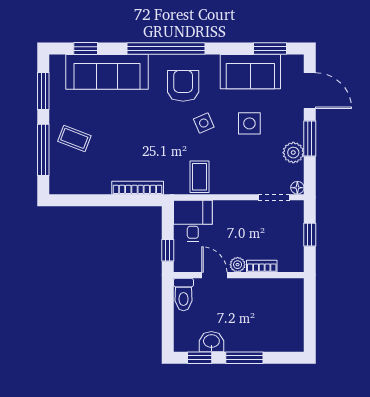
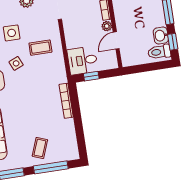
coffee table: (199, 177) -> (40, 48), moved
window: (168, 250) -> (91, 76), moved
toilet: (183, 294) -> (159, 52), moved, turned 180

